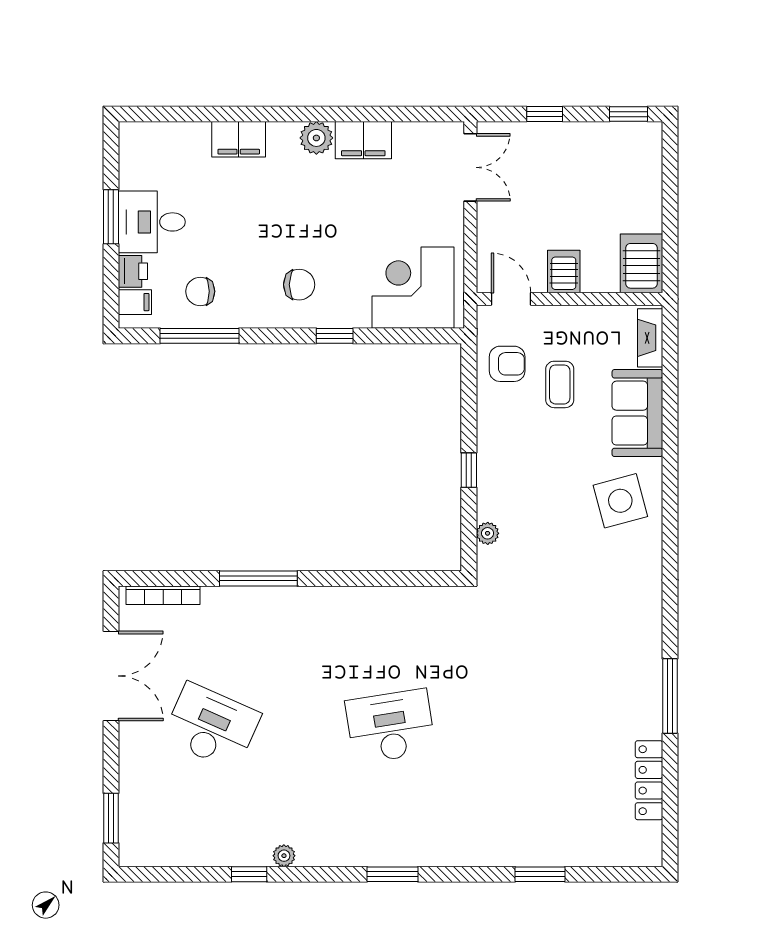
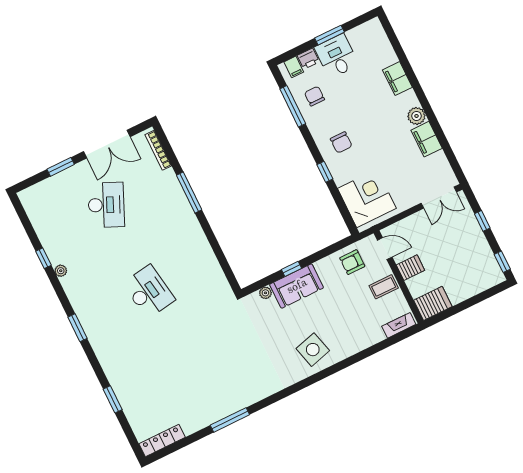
door: (511, 299) -> (385, 249), hinge flipped
armchair: (507, 364) -> (352, 262), turned 90
coffee table: (560, 384) -> (384, 287), moved
sofa: (637, 413) -> (297, 286), moved, turned 180
locker: (649, 780) -> (162, 441), moved
window: (111, 818) -> (61, 167), moved

